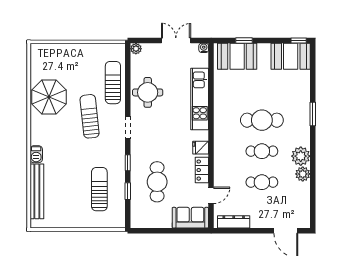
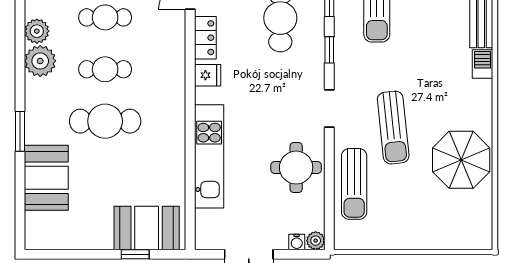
window: (299, 41) -> (44, 254), removed
water cooler: (204, 48) -> (297, 242), moved
booth: (291, 56) -> (46, 178), moved, turned 90

